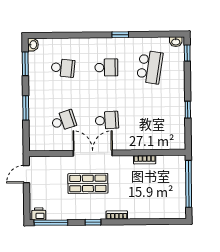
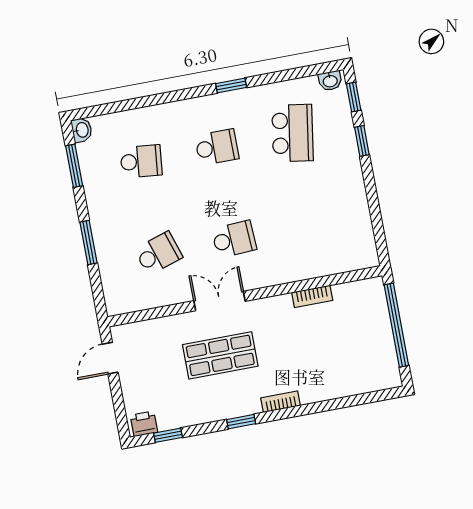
window: (188, 110) -> (362, 141), moved
double door: (93, 153) -> (219, 301), width x0.73
window: (51, 223) -> (168, 435), width x0.46

